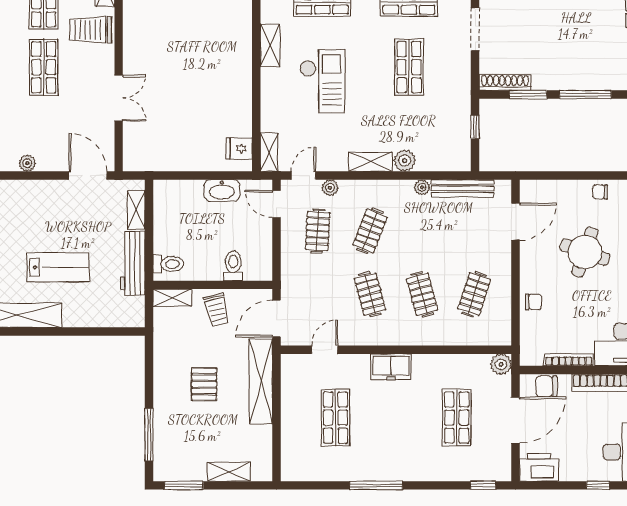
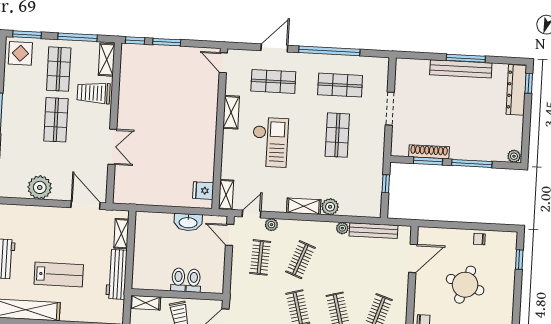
shoe rack: (505, 82) -> (429, 152), moved
plant: (27, 163) -> (40, 187), width x1.88, depth x1.88
toilet: (168, 264) -> (178, 280), moved, turned -90

